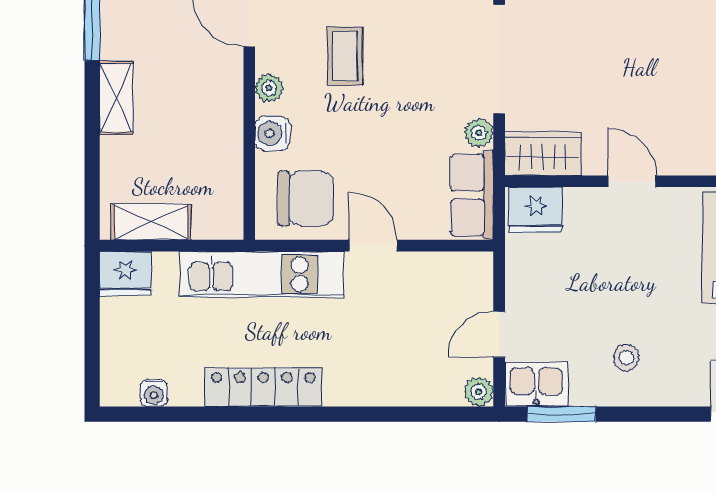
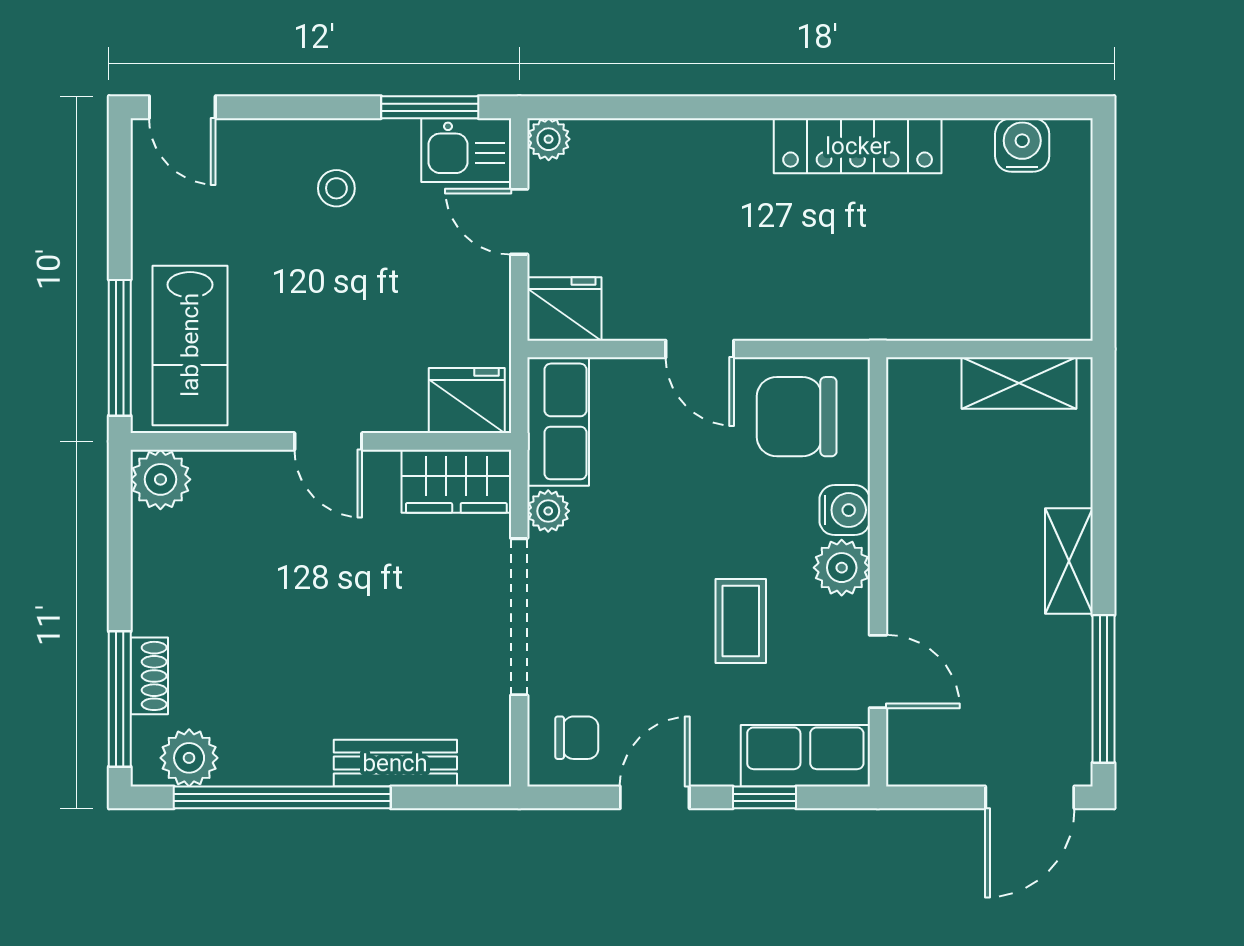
plant: (269, 88) -> (842, 568), width x1.38, depth x1.38
fridge: (125, 273) -> (564, 309), moved
kitchen unit: (262, 274) -> (860, 308), removed
door: (499, 334) -> (519, 222), swing flipped
water cooler: (154, 393) -> (1022, 145), width x1.38, depth x1.38

